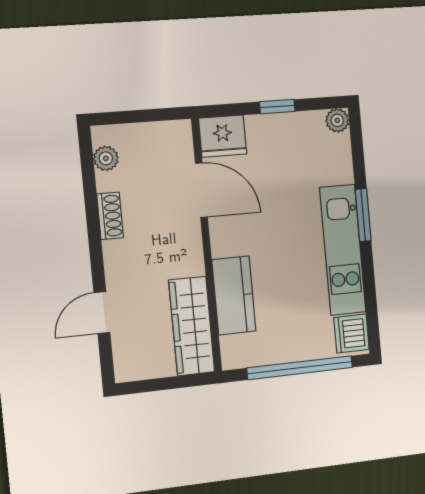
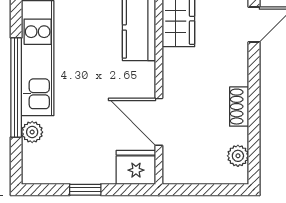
plant: (337, 120) -> (32, 132), moved
window: (363, 215) -> (16, 87), width x2.11

